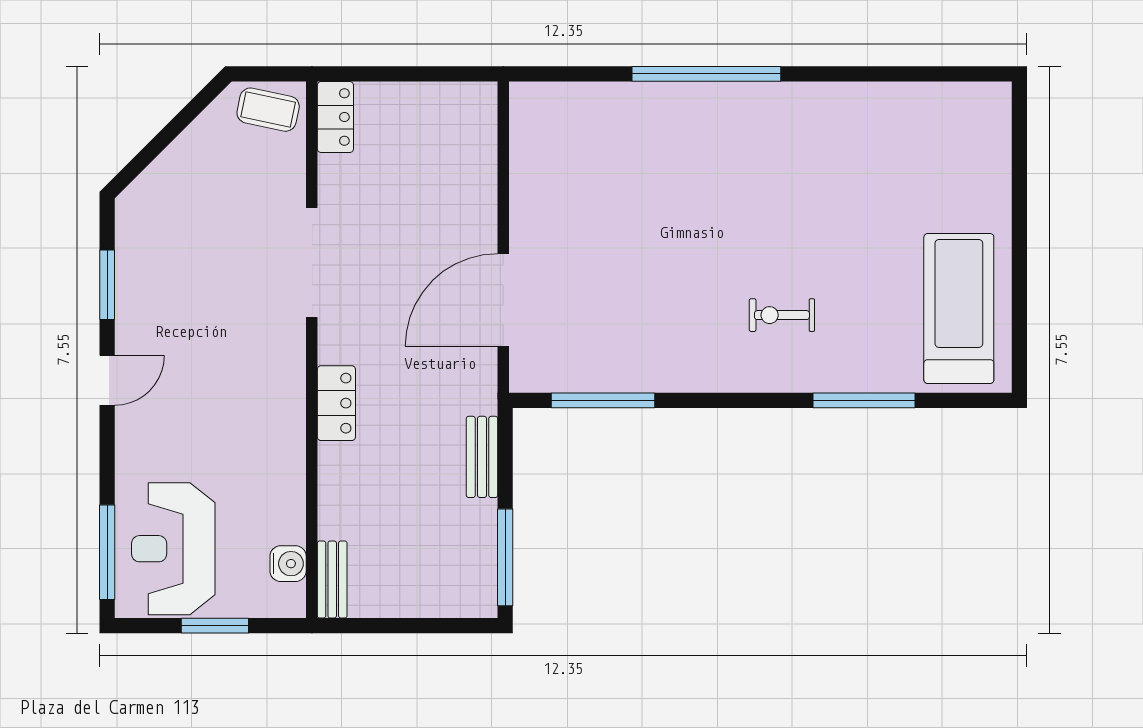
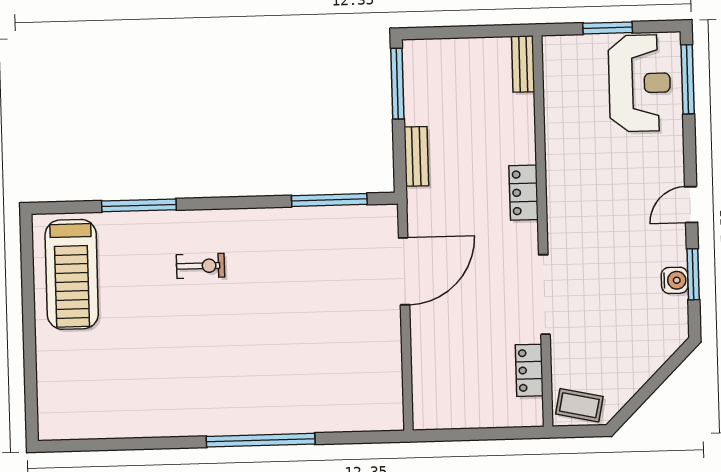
locker: (335, 117) -> (529, 370), moved
water cooler: (288, 564) -> (675, 280), moved, turned 180

